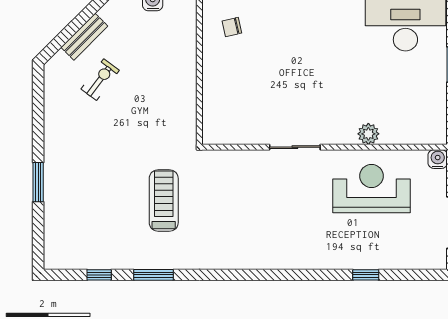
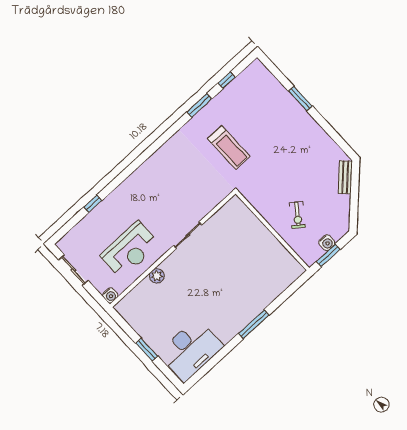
chair: (232, 27) -> (275, 266), removed
bench: (84, 37) -> (345, 177), moved
exercise bike: (100, 80) -> (297, 215), moved

